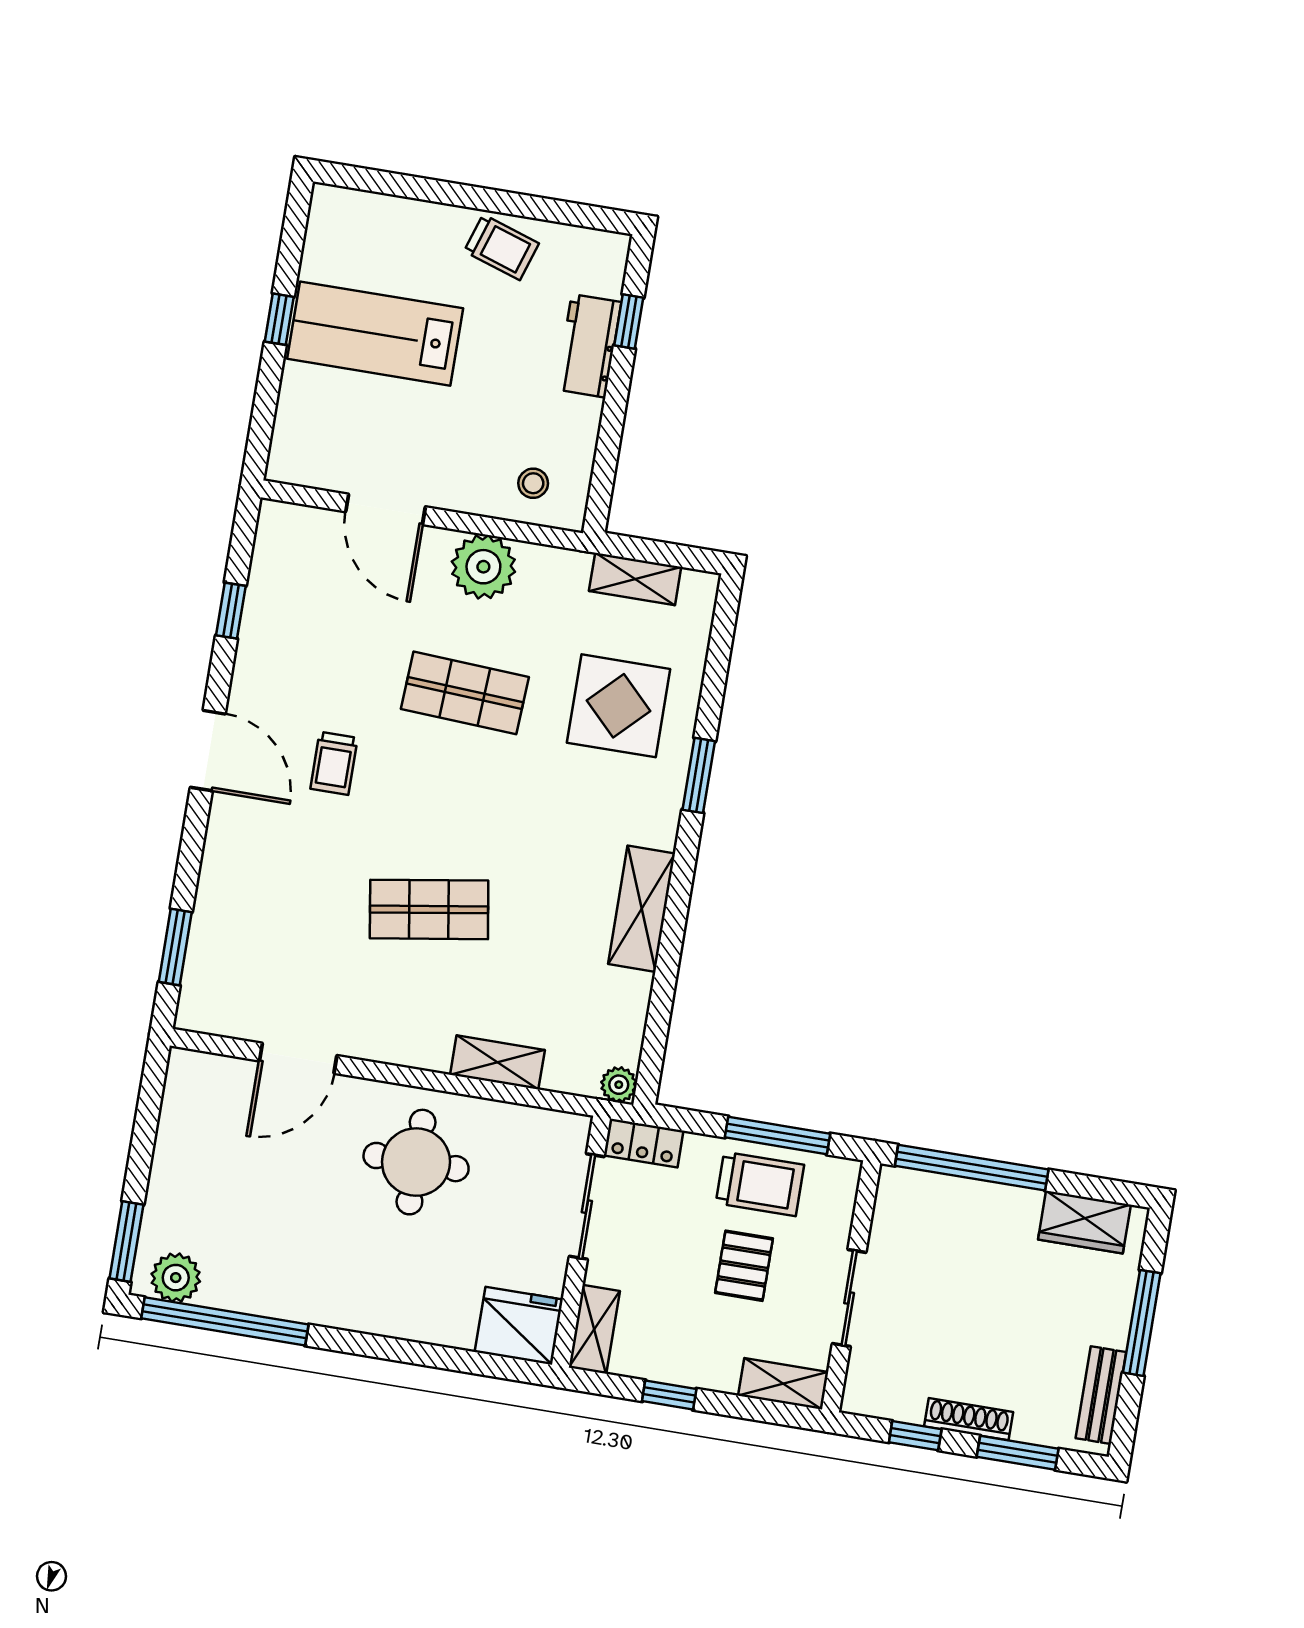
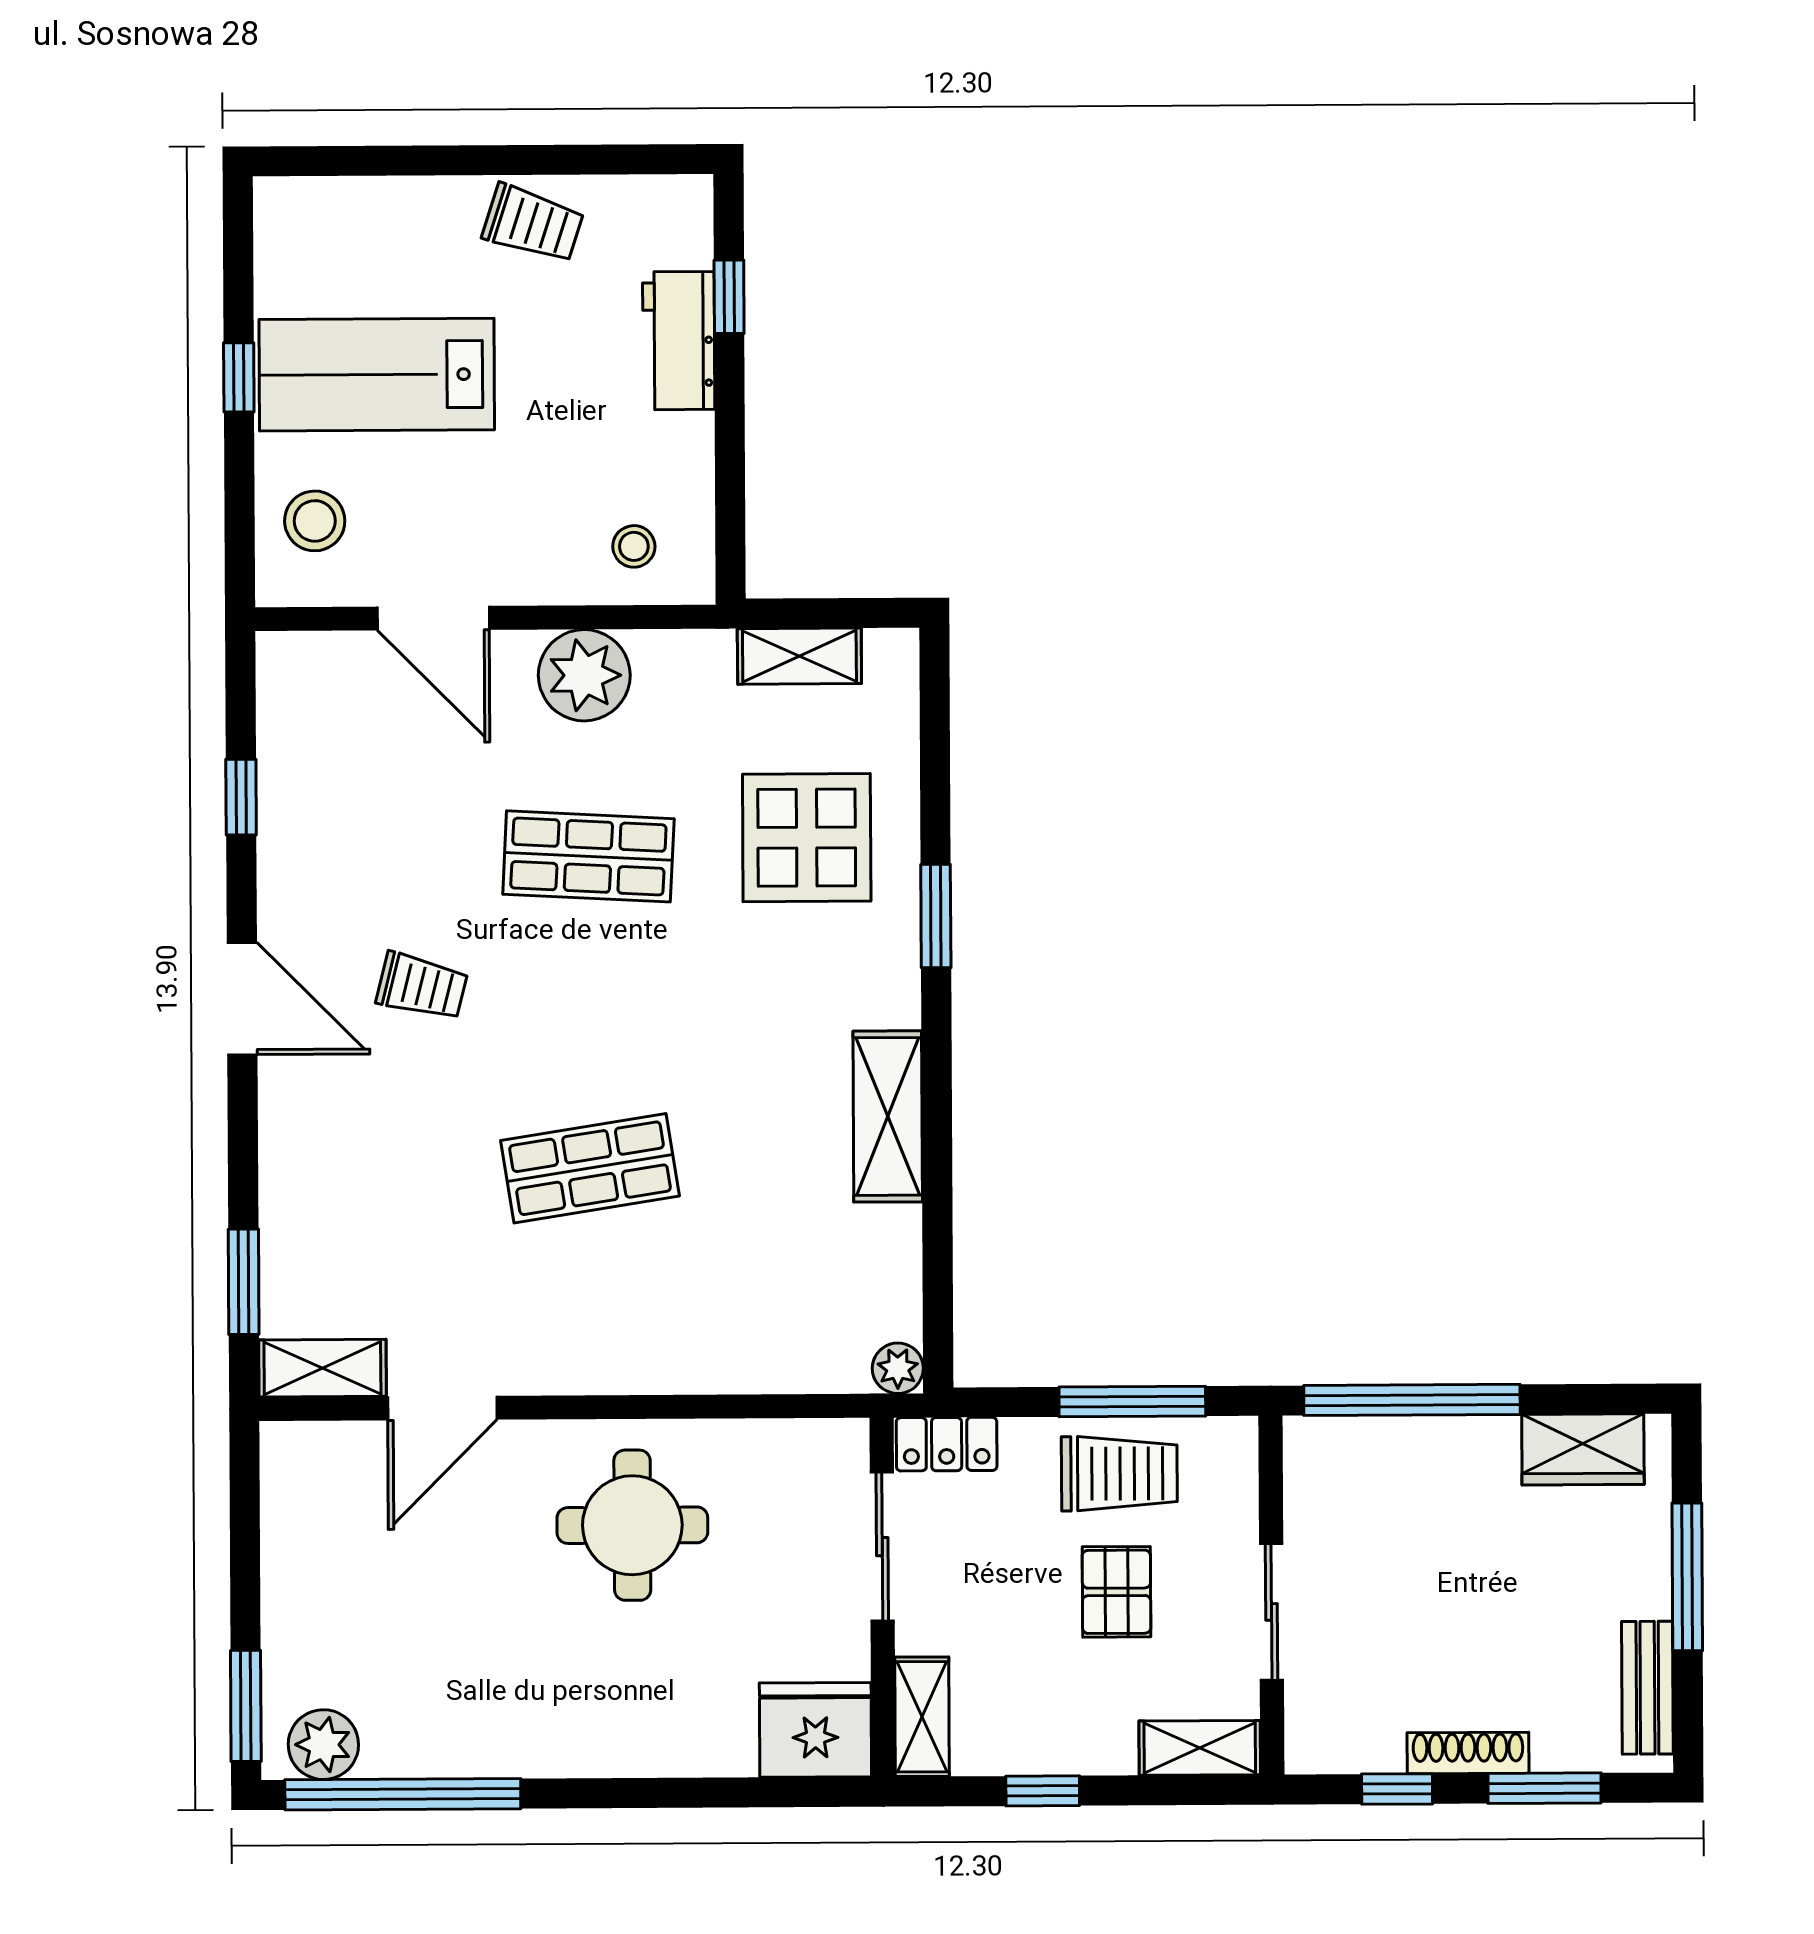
stool: (315, 428) -> (315, 521), added
trolley: (334, 763) -> (422, 986), turned -76
shelving: (497, 1062) -> (322, 1368), moved

